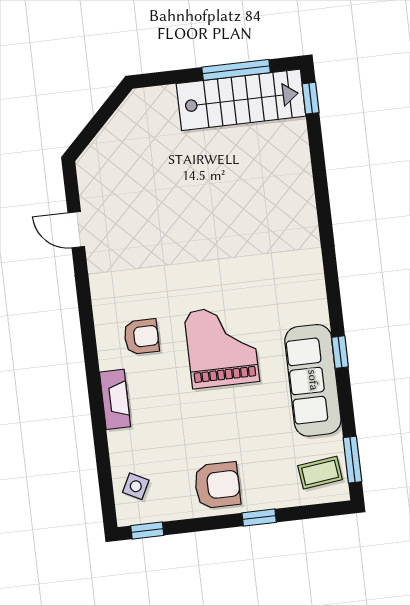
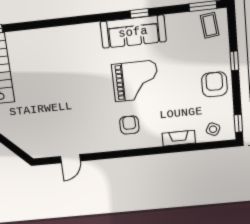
grand piano: (222, 347) -> (135, 81), turned 180
sofa: (313, 380) -> (133, 32), moved
fireplace: (115, 399) -> (179, 138), moved

